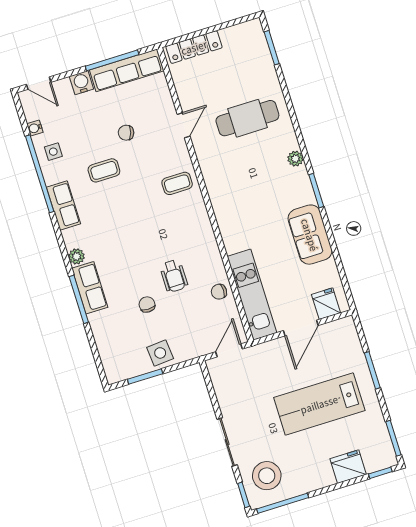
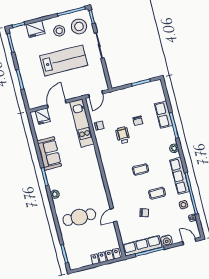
coffee table: (177, 183) -> (140, 170), moved
row of seats: (63, 205) -> (180, 176), width x1.48
row of seats: (90, 288) -> (164, 115), moved
side table: (160, 353) -> (132, 95), removed
lab bench: (319, 404) -> (64, 60), moved
stool: (303, 466) -> (59, 31), added

